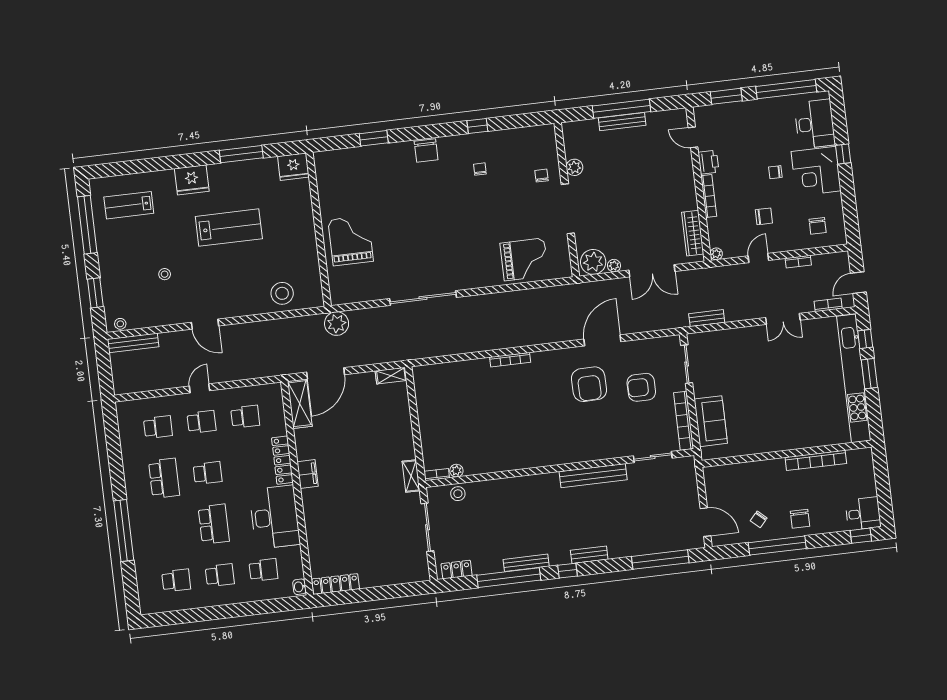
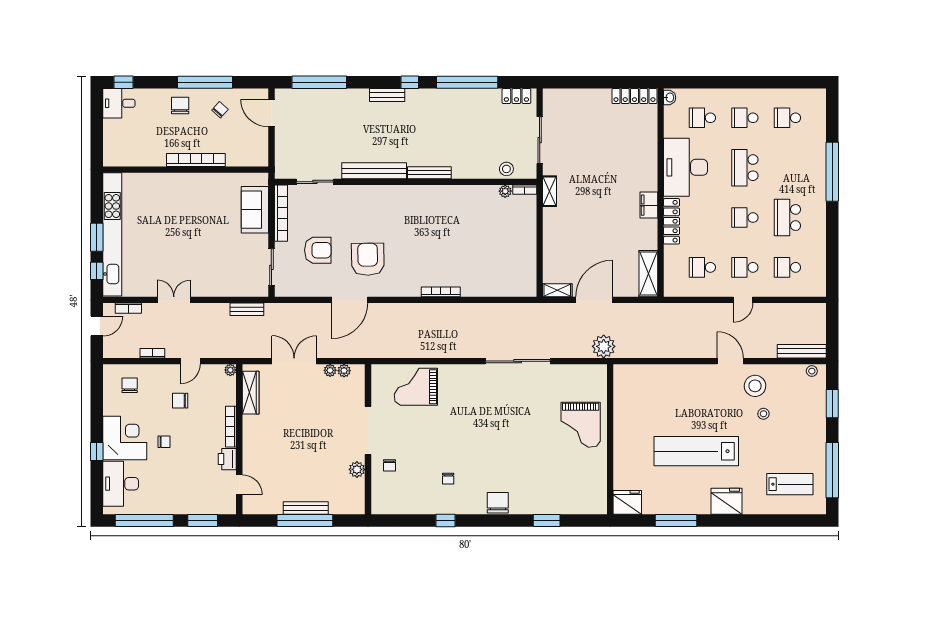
lab bench: (229, 228) -> (696, 451), width x1.36
plant: (593, 262) -> (344, 371), width x0.53, depth x0.53
stool: (282, 293) -> (755, 386), moved
door: (326, 373) -> (594, 300), moved
bookcase: (816, 460) -> (196, 160), moved
bench: (526, 563) -> (429, 173), moved

